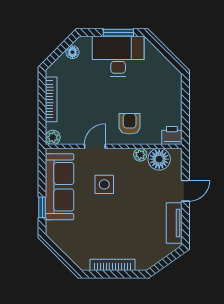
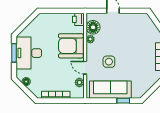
armchair: (130, 124) -> (71, 46), width x1.88, depth x1.88
plant: (53, 137) -> (79, 82), moved
tv unit: (174, 223) -> (133, 18), removed

